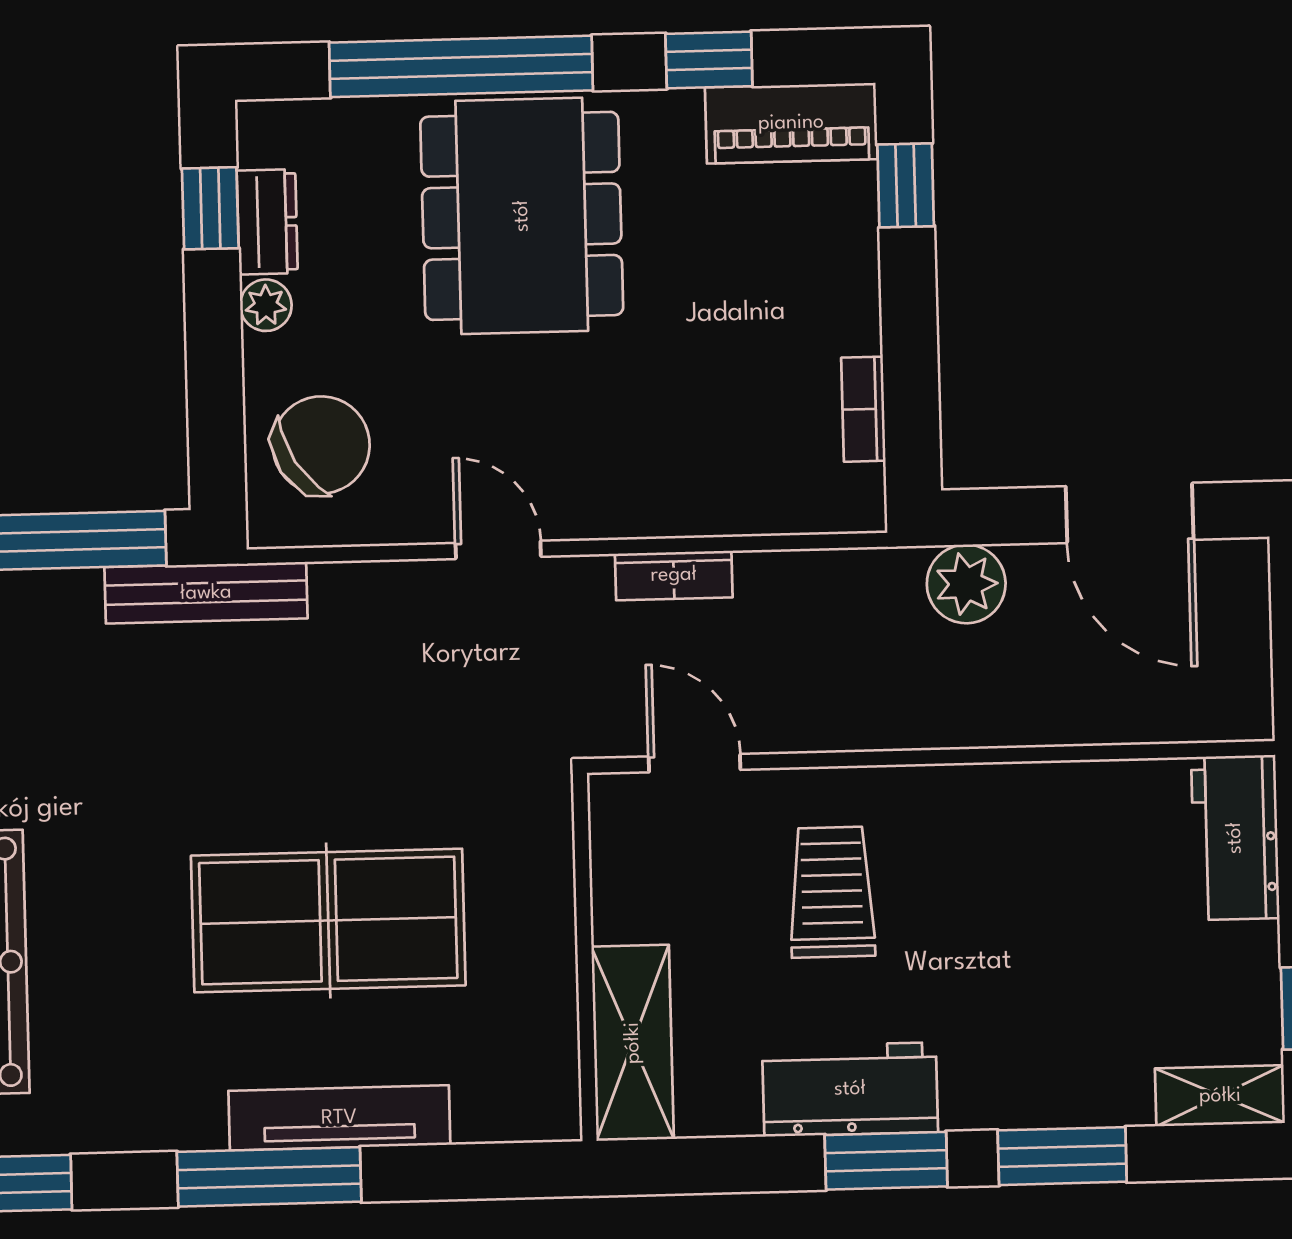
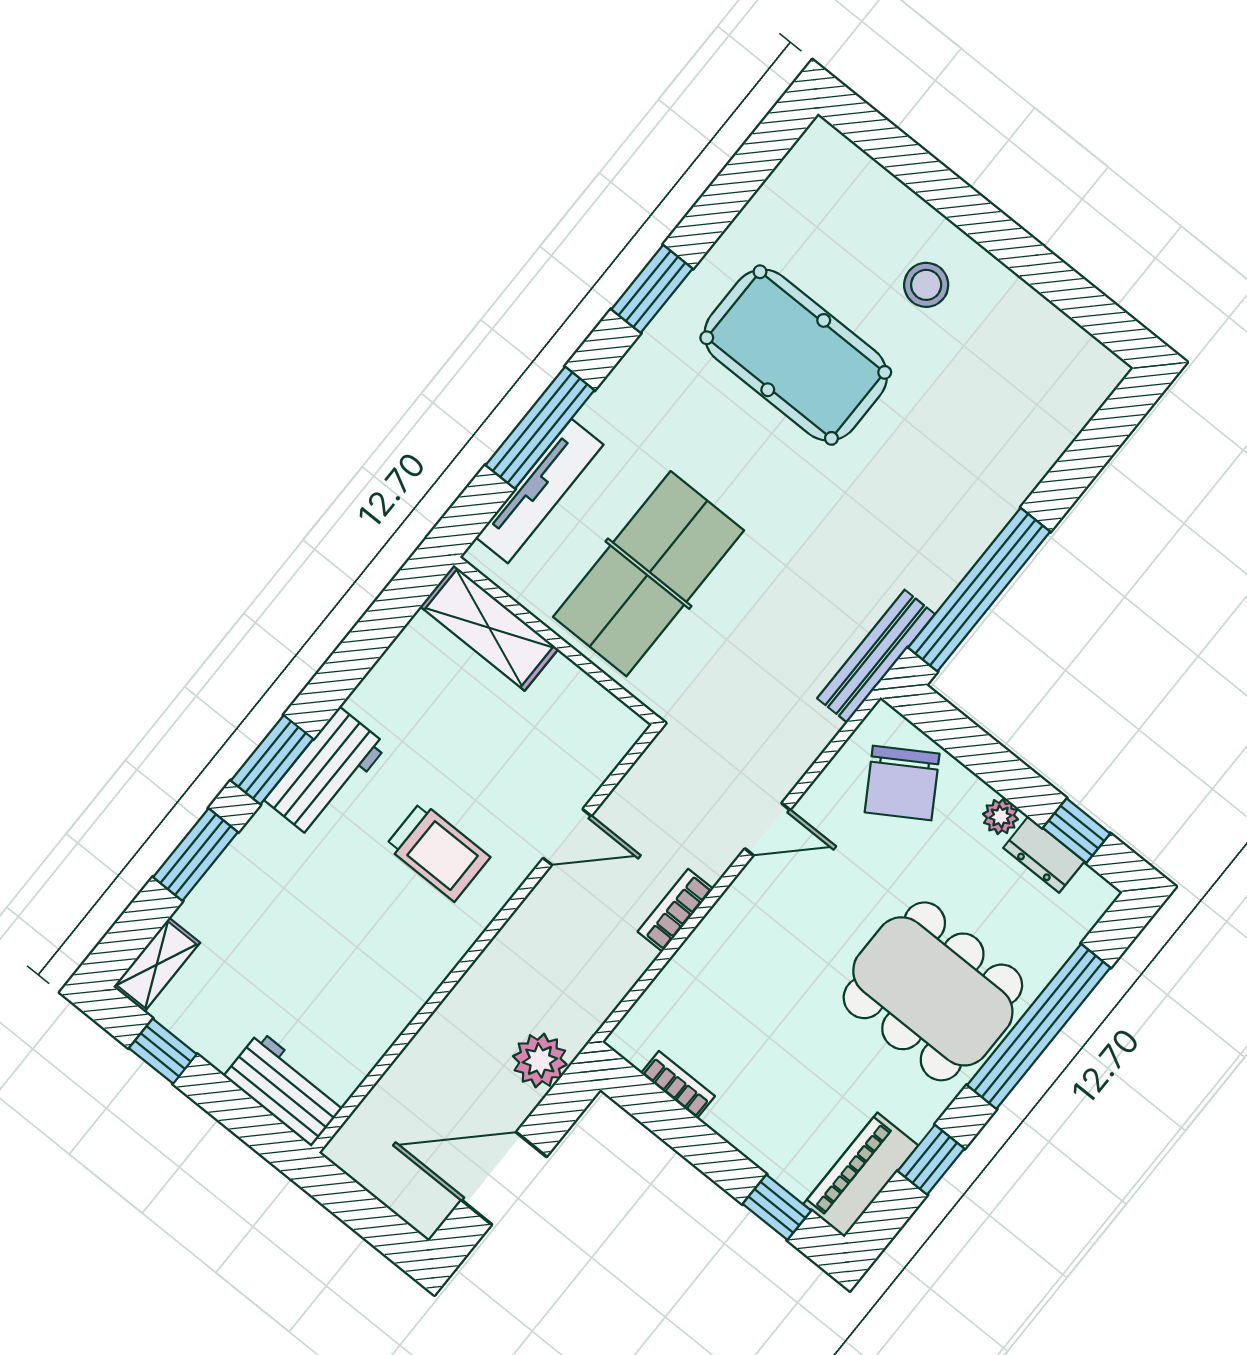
wall: (585, 957) -> (556, 641), moved
shelving: (633, 1043) -> (489, 628), moved

